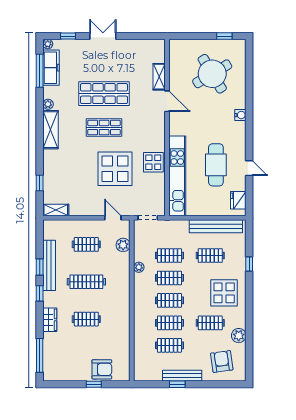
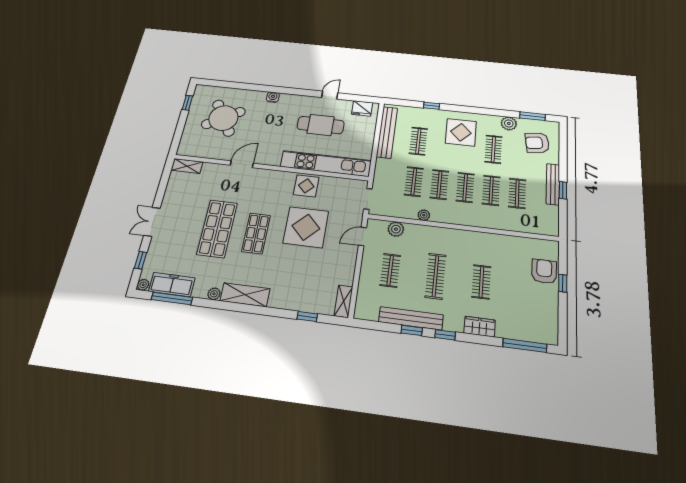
shelving: (159, 77) -> (187, 166), moved
window: (249, 357) -> (533, 116), added

